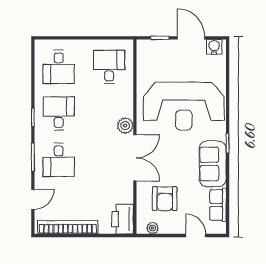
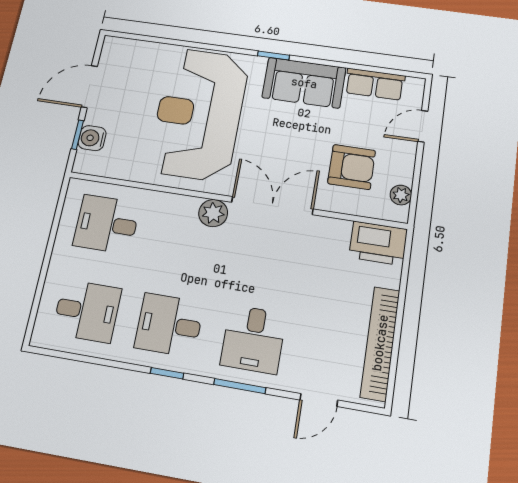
water cooler: (214, 47) -> (92, 138), moved
reception desk: (184, 106) -> (199, 114), turned 180
desk: (59, 160) -> (253, 339), turned 90
door: (33, 199) -> (319, 400), swing flipped

